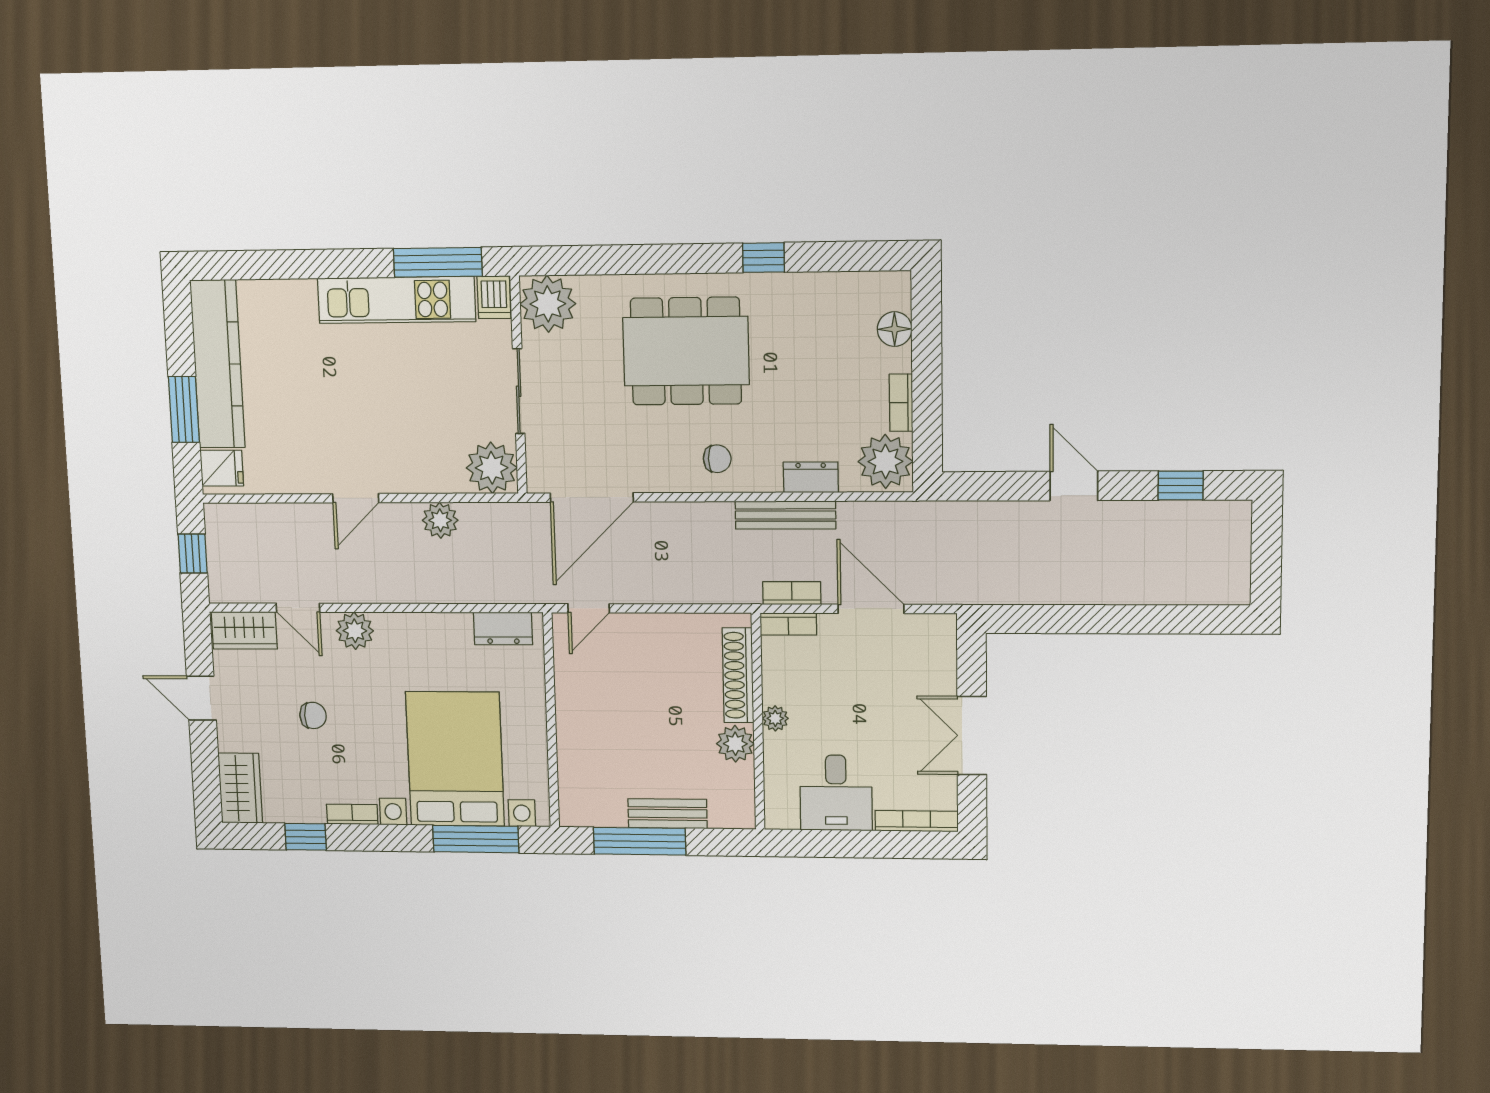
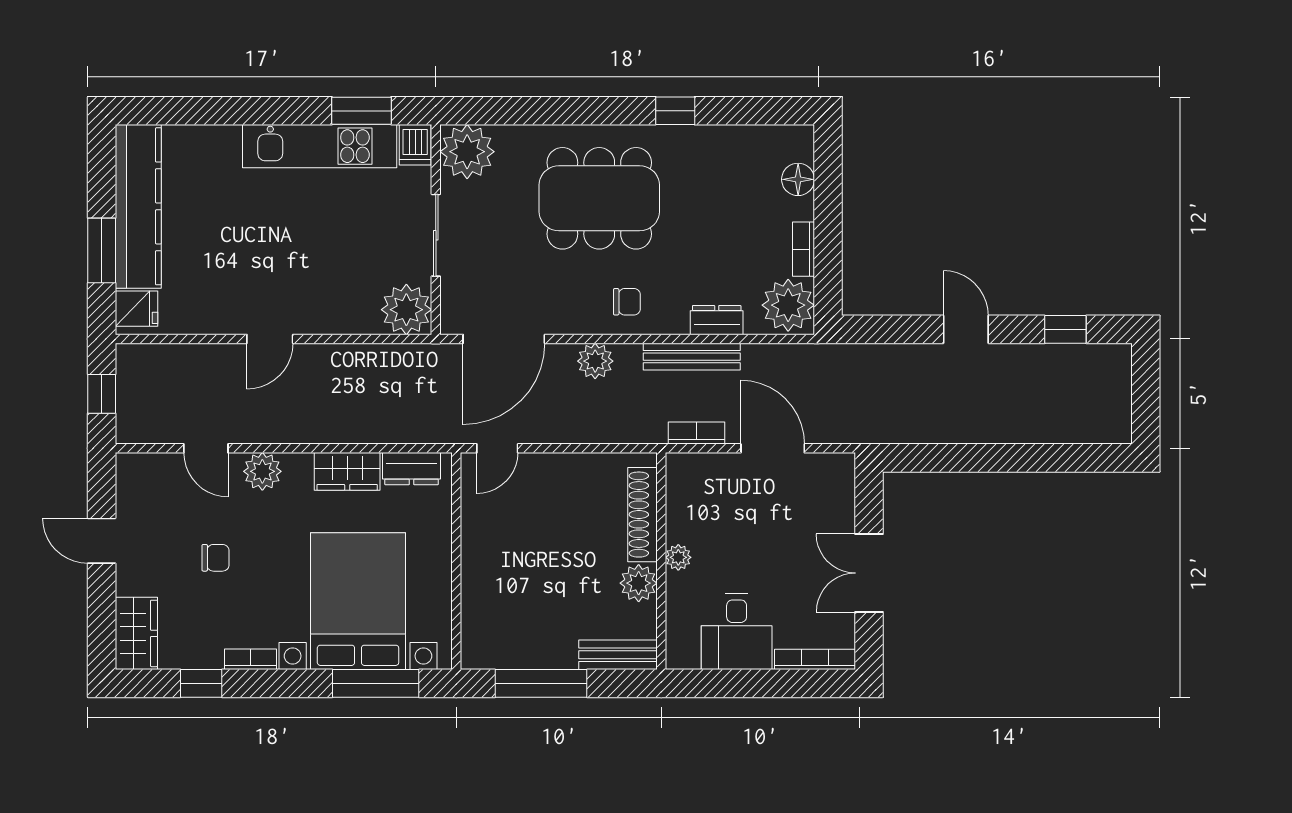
window: (438, 262) -> (362, 111), width x0.69
plant: (440, 520) -> (595, 361), moved
bookcase: (788, 624) -> (693, 463), removed
wardrobe: (244, 630) -> (347, 471), moved
bench: (668, 814) -> (618, 655), moved

